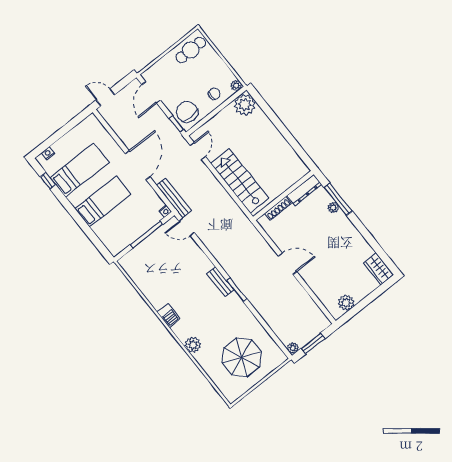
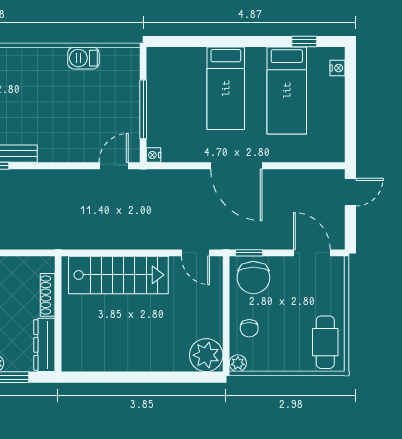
chair: (187, 112) -> (253, 278), turned 90
bench: (174, 198) -> (161, 178), removed
barbecue: (169, 315) -> (83, 58), moved

